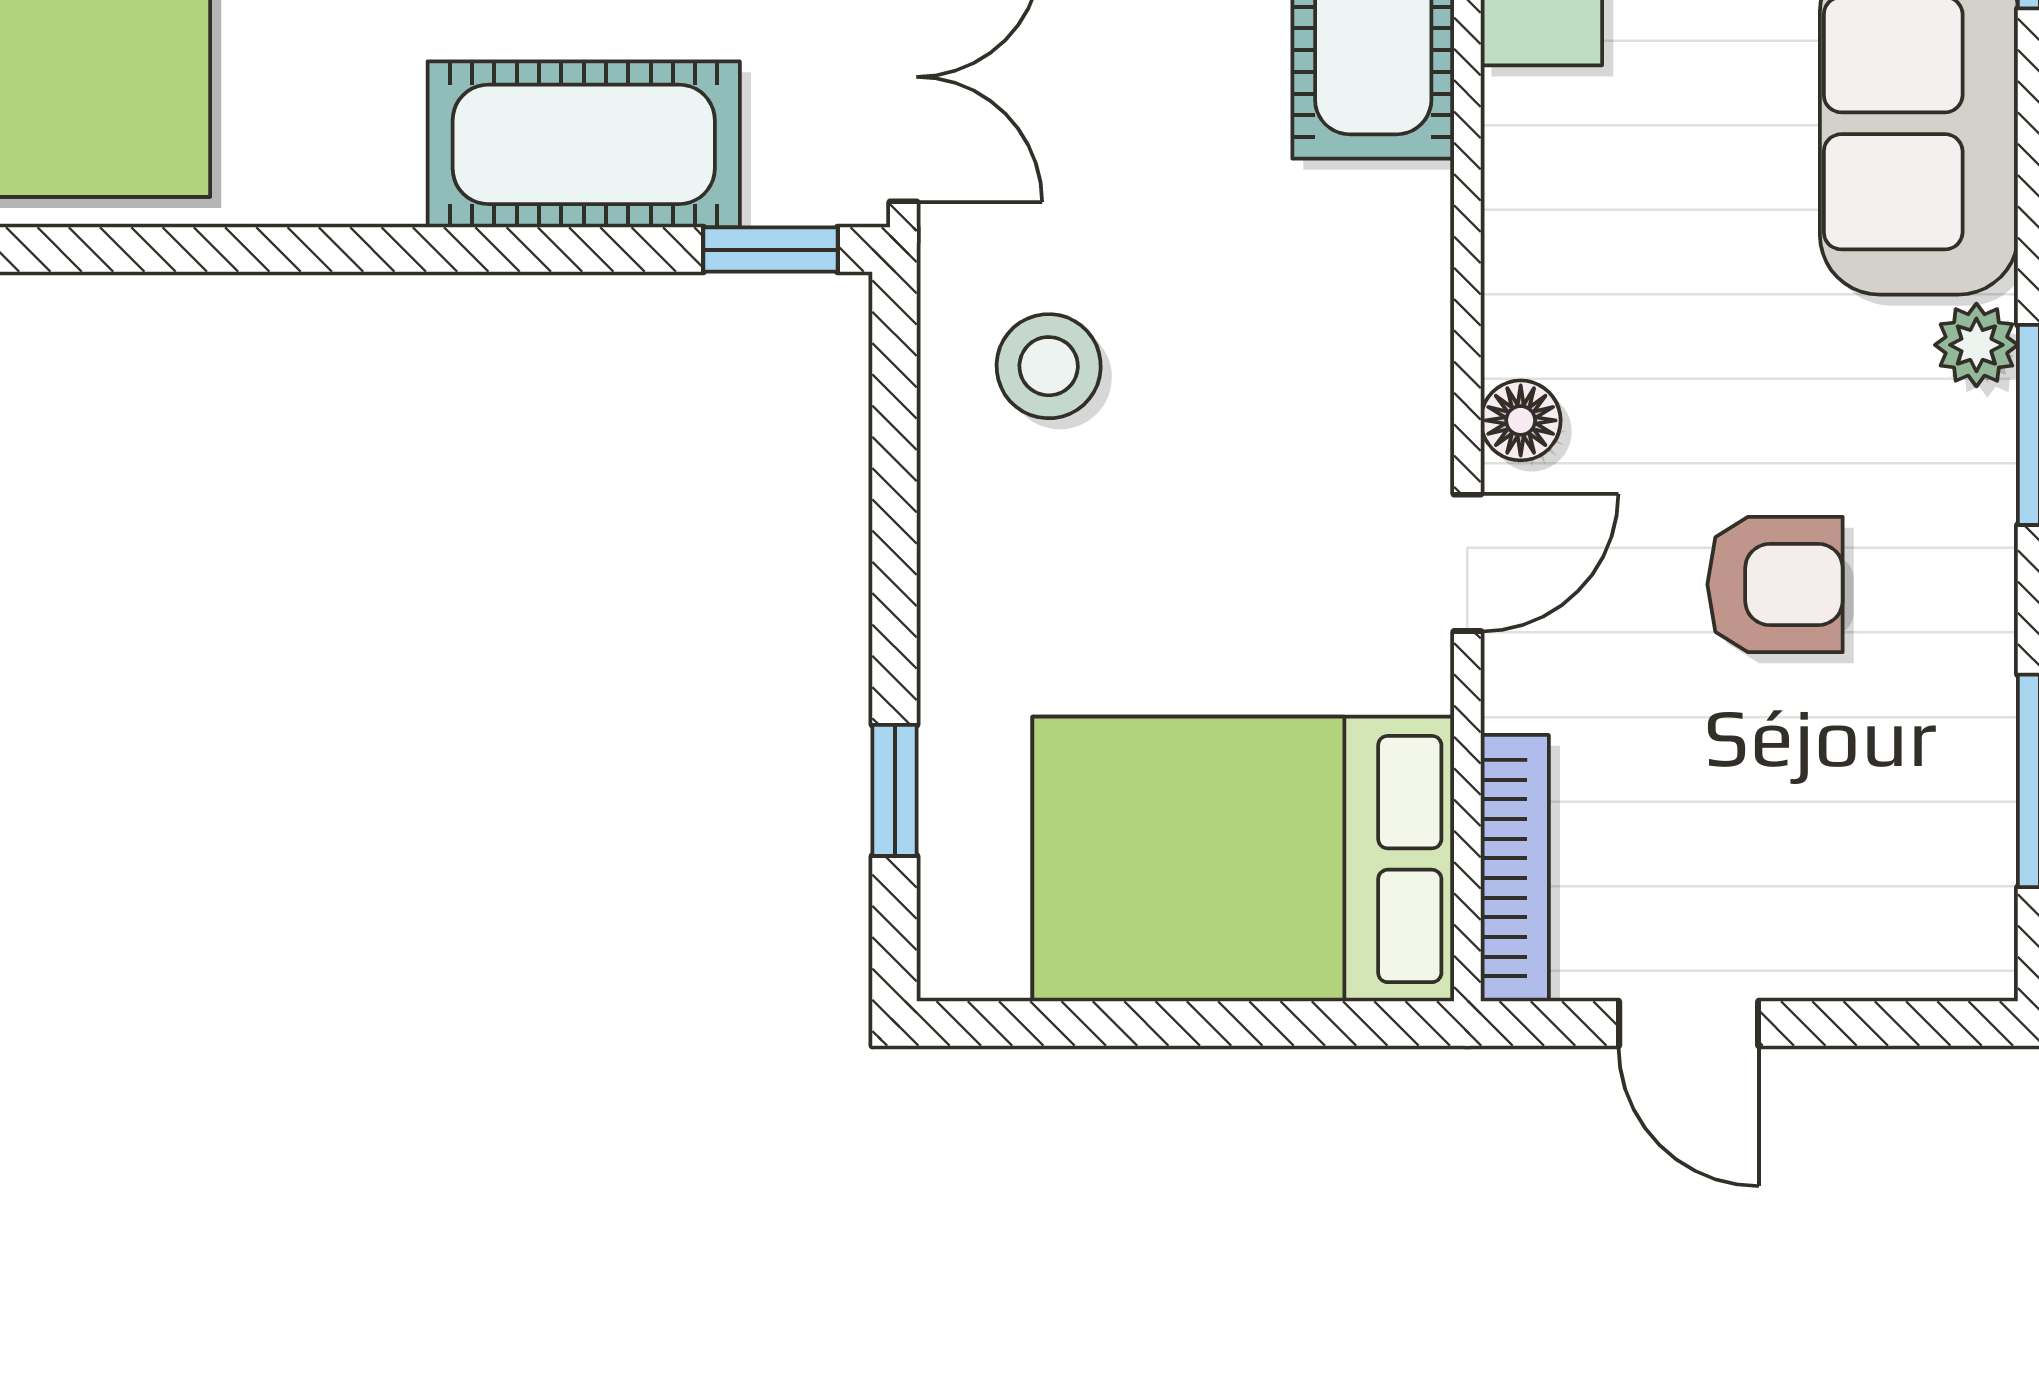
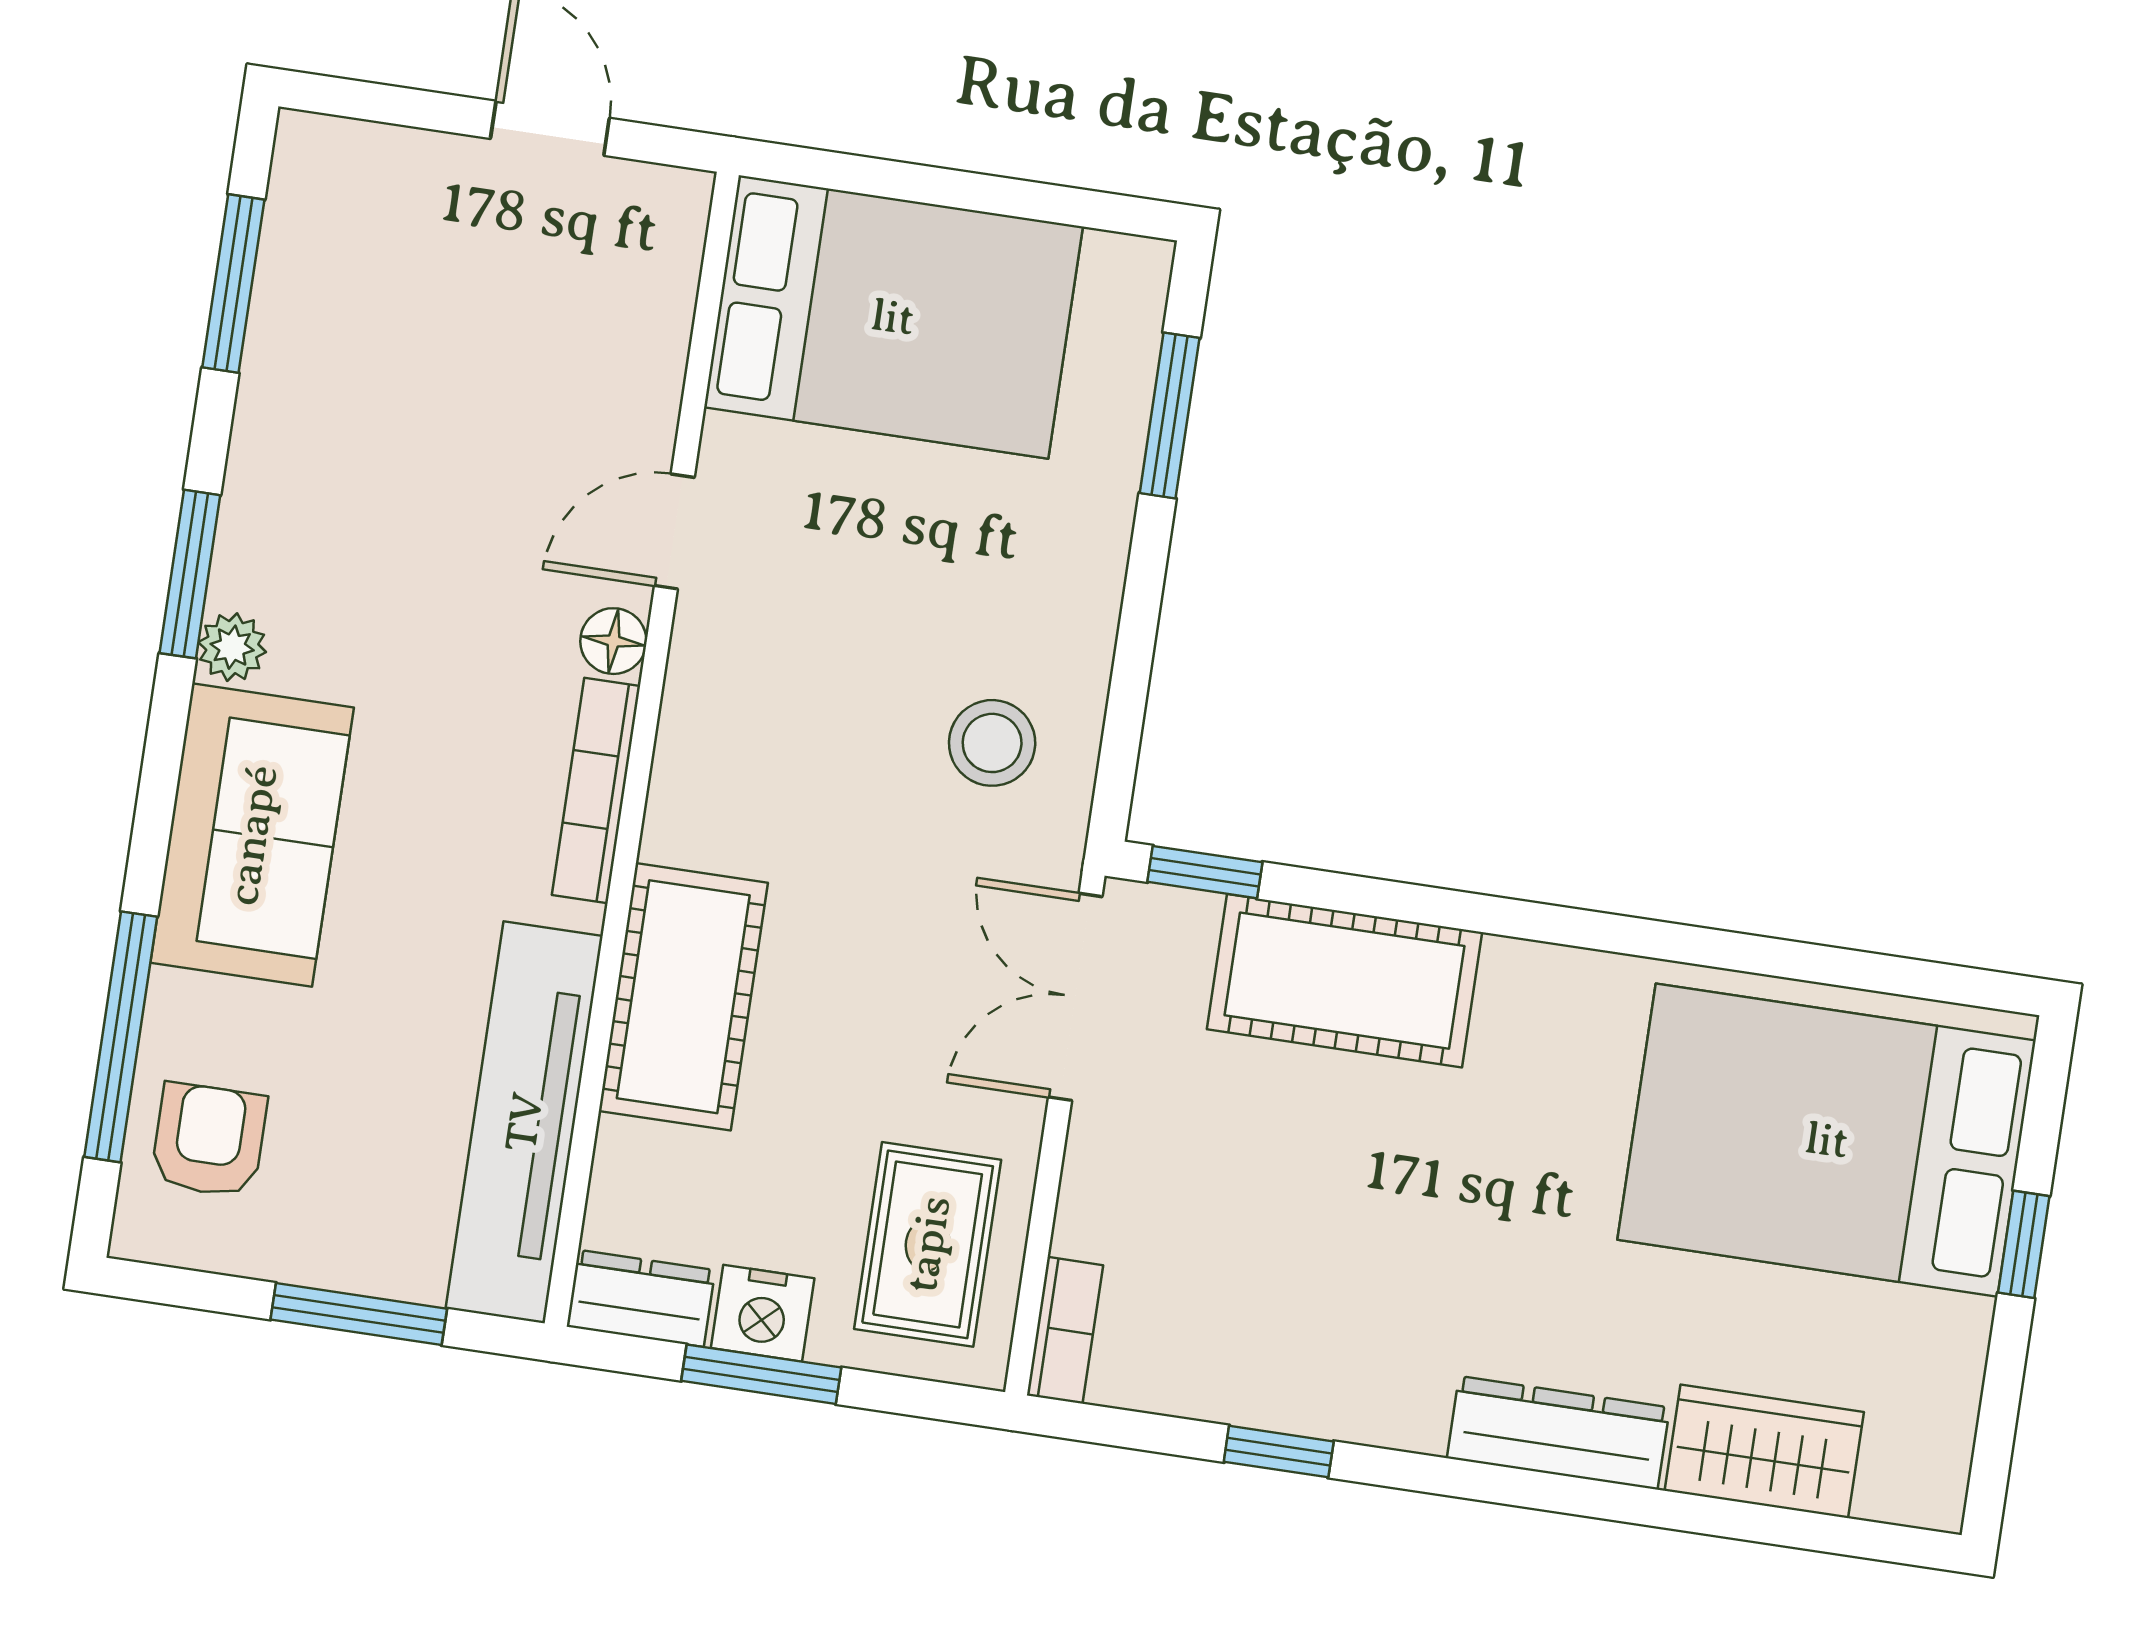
armchair: (1775, 584) -> (426, 476), removed
window: (895, 790) -> (1170, 415), width x1.50
bookcase: (1515, 868) -> (596, 790), moved

